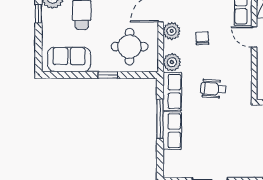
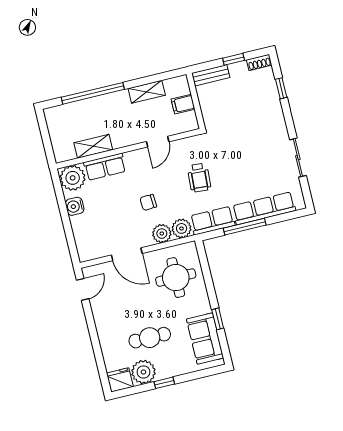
plant: (172, 31) -> (162, 234), moved
door: (254, 37) -> (158, 142), moved
window: (108, 75) -> (218, 319), moved
row of seats: (172, 131) -> (264, 208), width x1.48

